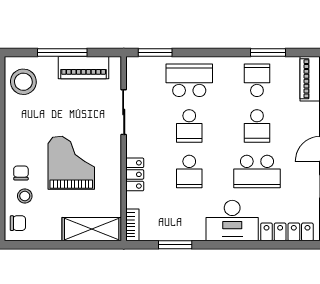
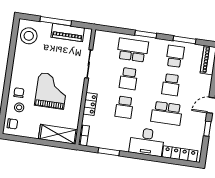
window: (155, 53) -> (146, 34), moved

